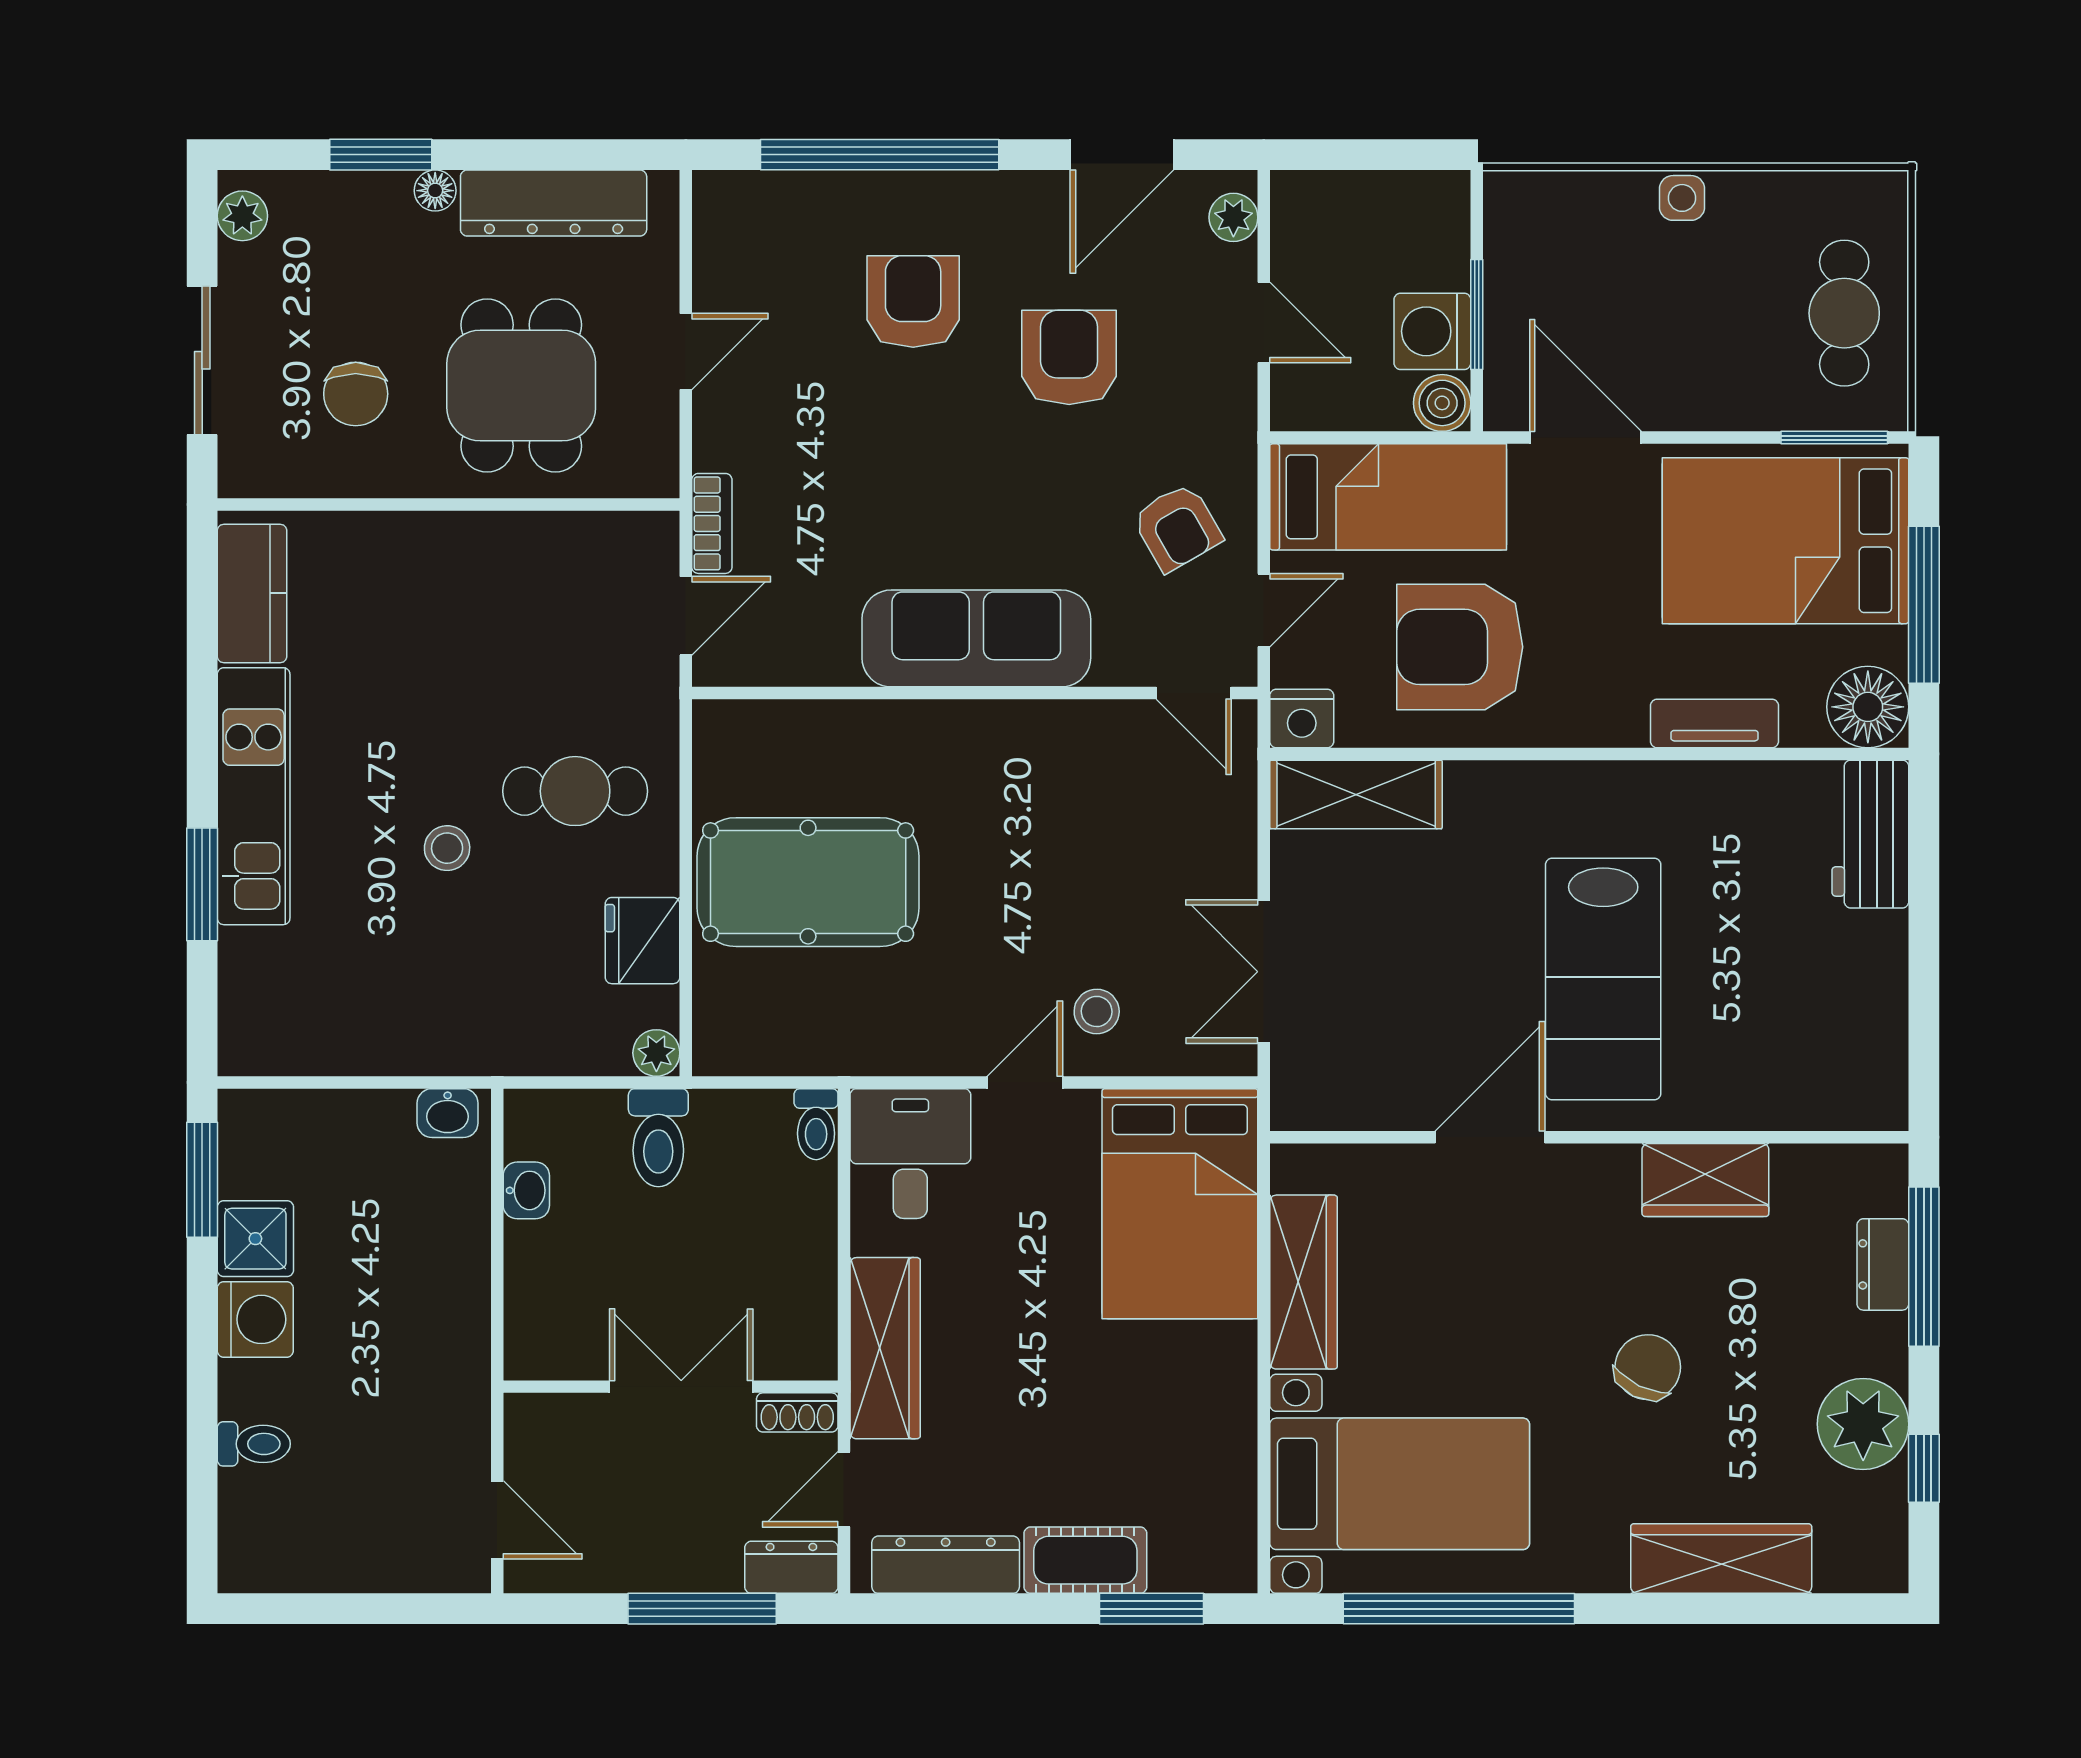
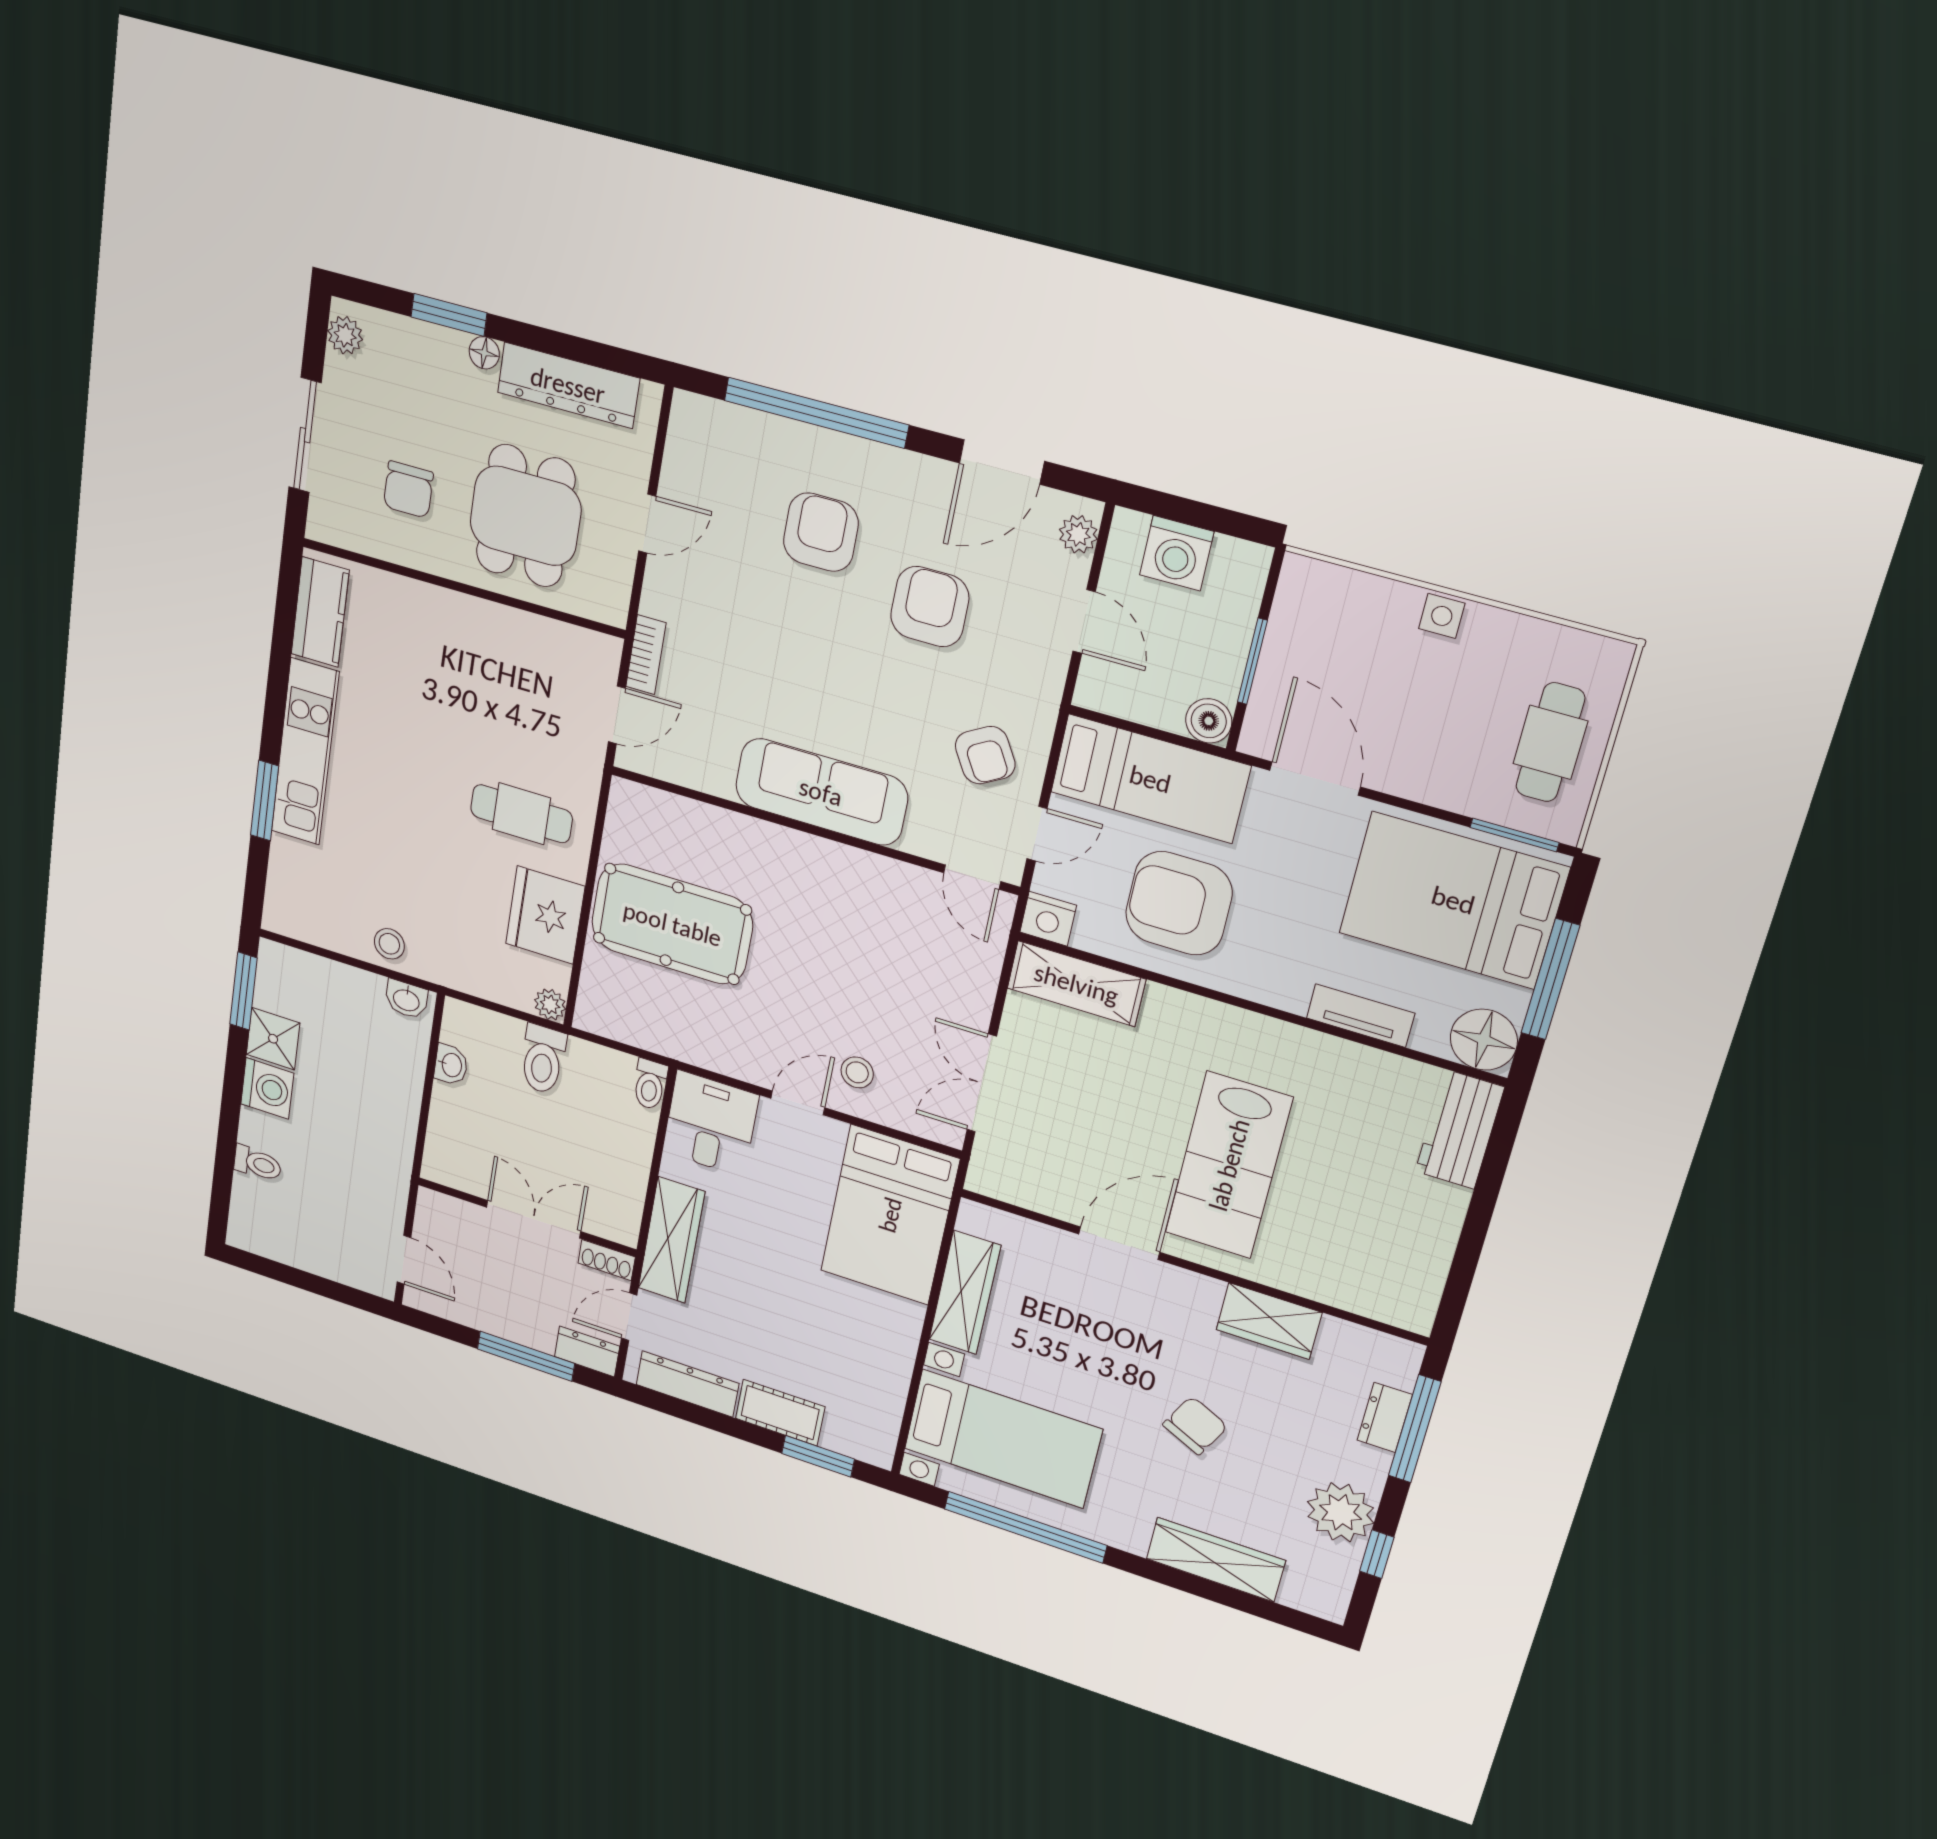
washing machine: (1432, 331) -> (1177, 553), moved, turned -90
stool: (447, 848) -> (389, 944), moved
fridge: (643, 941) -> (545, 915), width x1.36, depth x1.34

